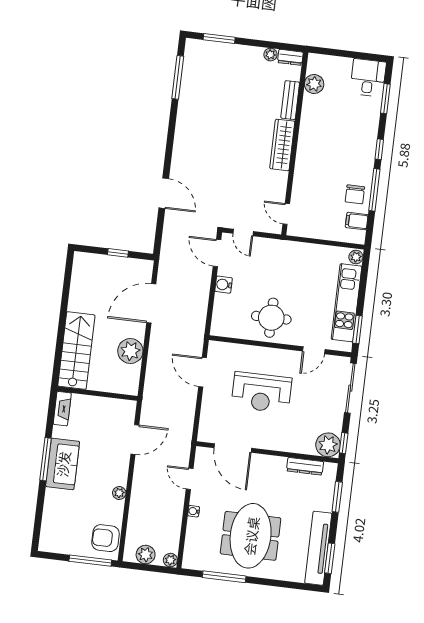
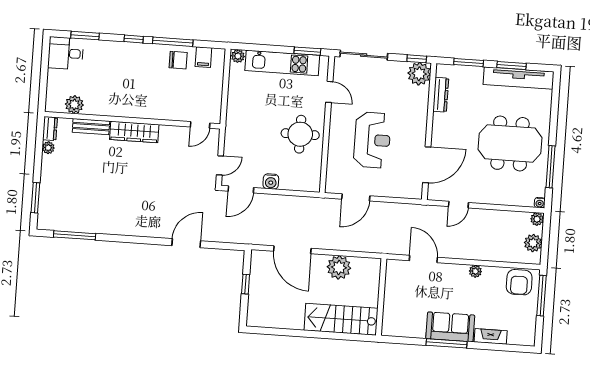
fireplace: (62, 409) -> (491, 336), moved
water cooler: (194, 511) -> (540, 203), moved
window: (330, 558) -> (511, 65), moved

